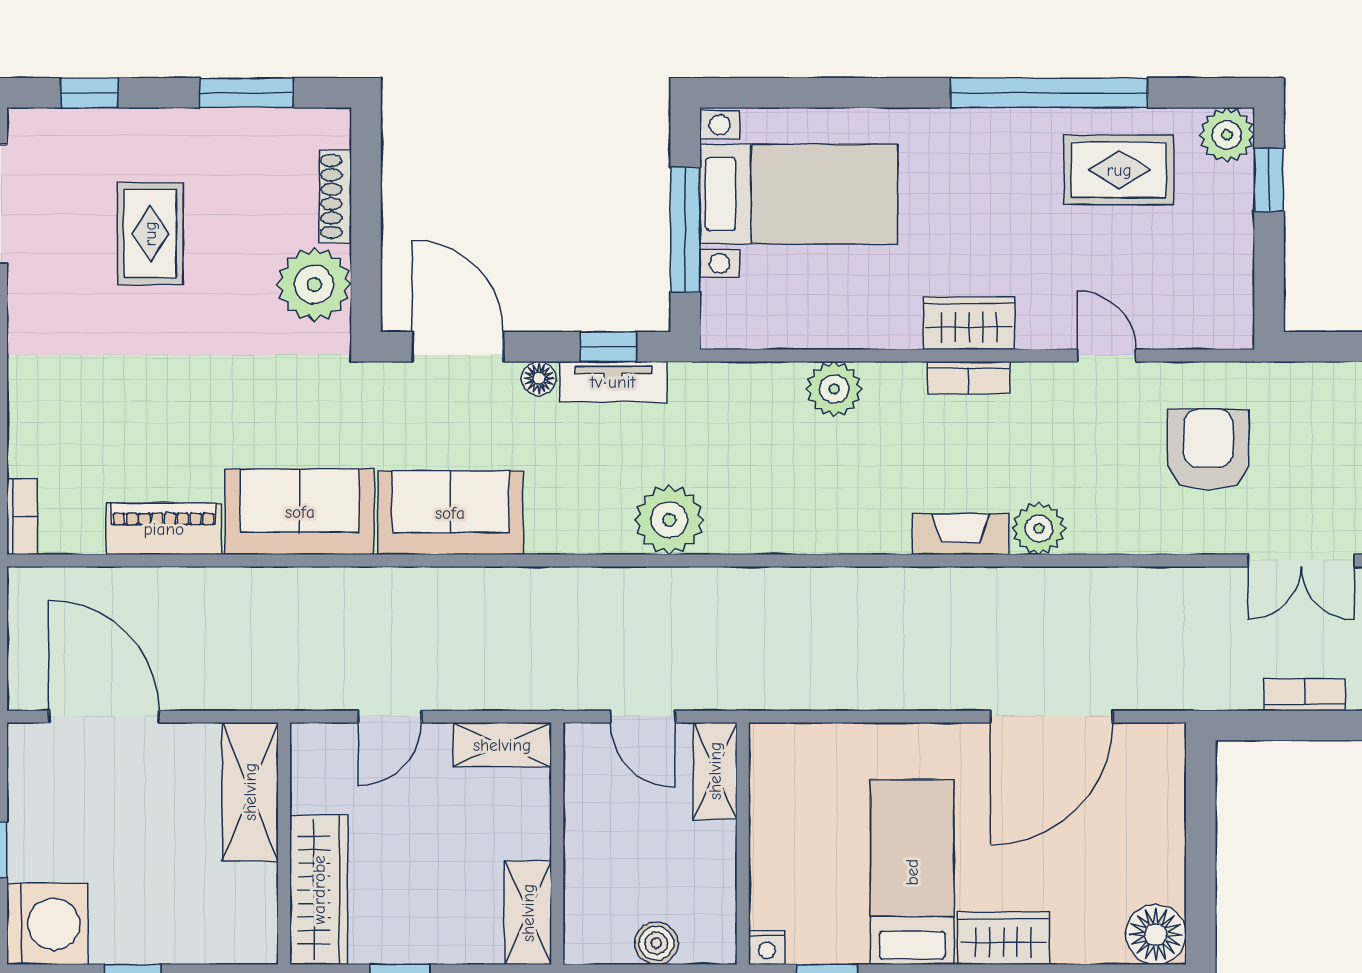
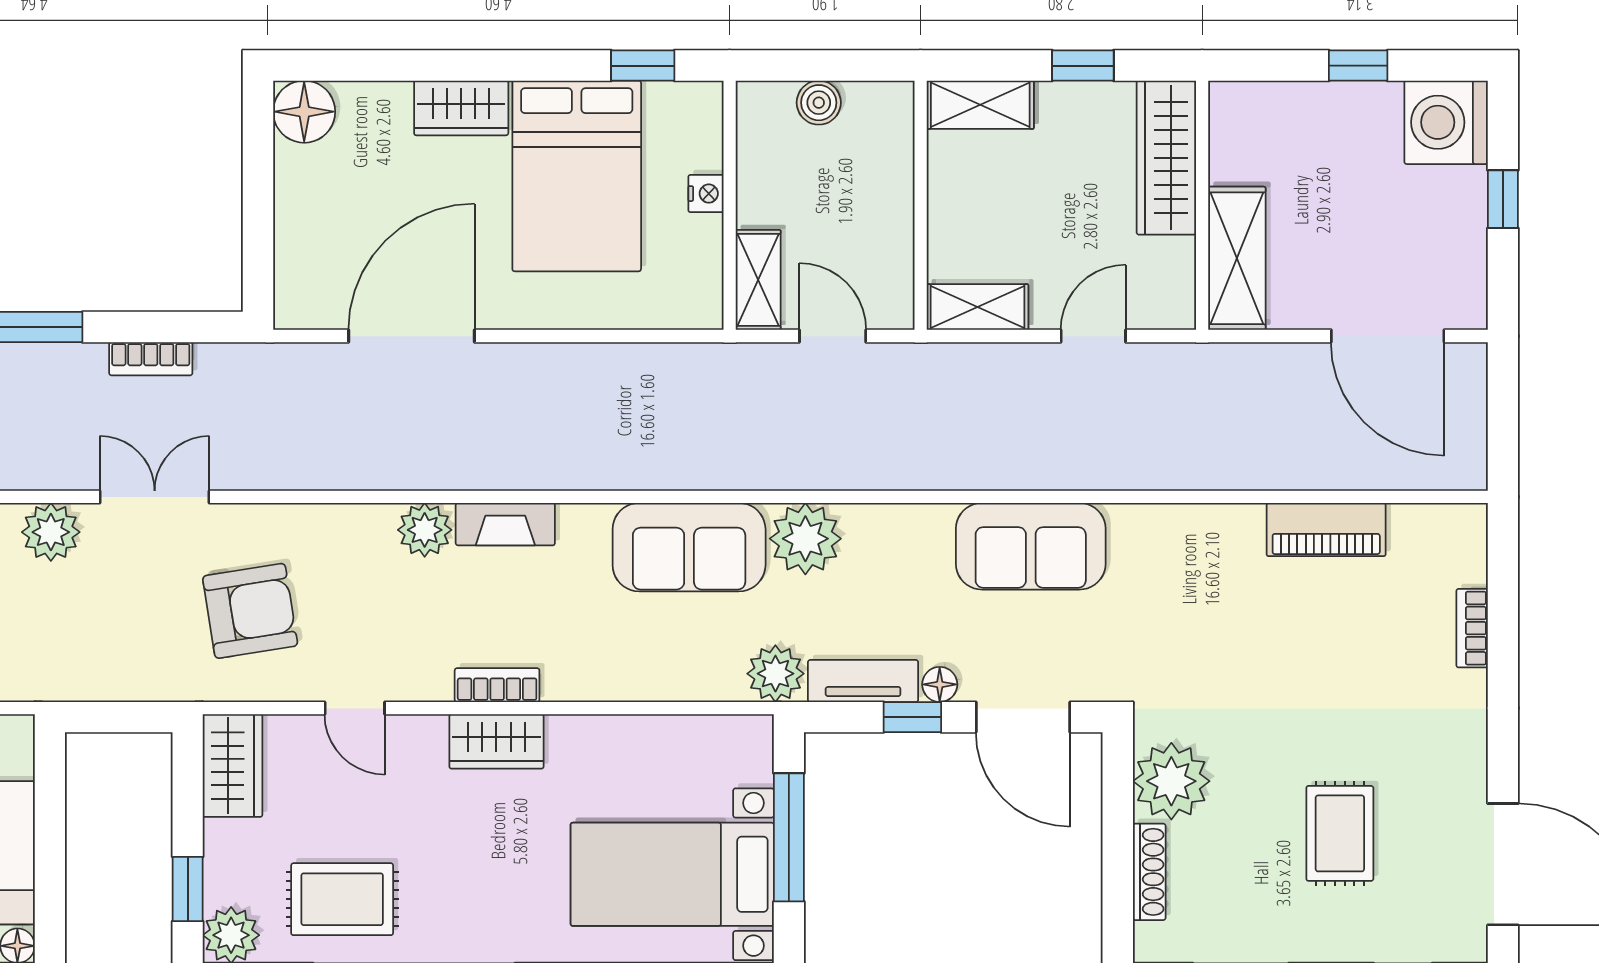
wardrobe: (1225, 300) -> (233, 766), added
window: (609, 347) -> (912, 717), moved
plant: (834, 389) -> (775, 674), moved
armchair: (1208, 450) -> (250, 611), turned -99
sofa: (300, 512) -> (689, 547), moved
bookcase: (22, 516) -> (1472, 628), moved
bed: (912, 872) -> (577, 176), width x1.50
shelving: (528, 913) -> (980, 105), moved, turned 90
nightstand: (767, 947) -> (706, 194), moved, turned 90

